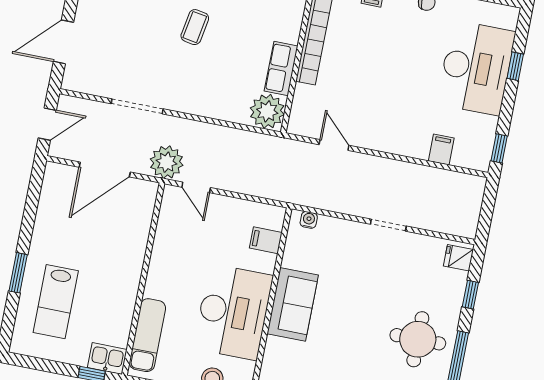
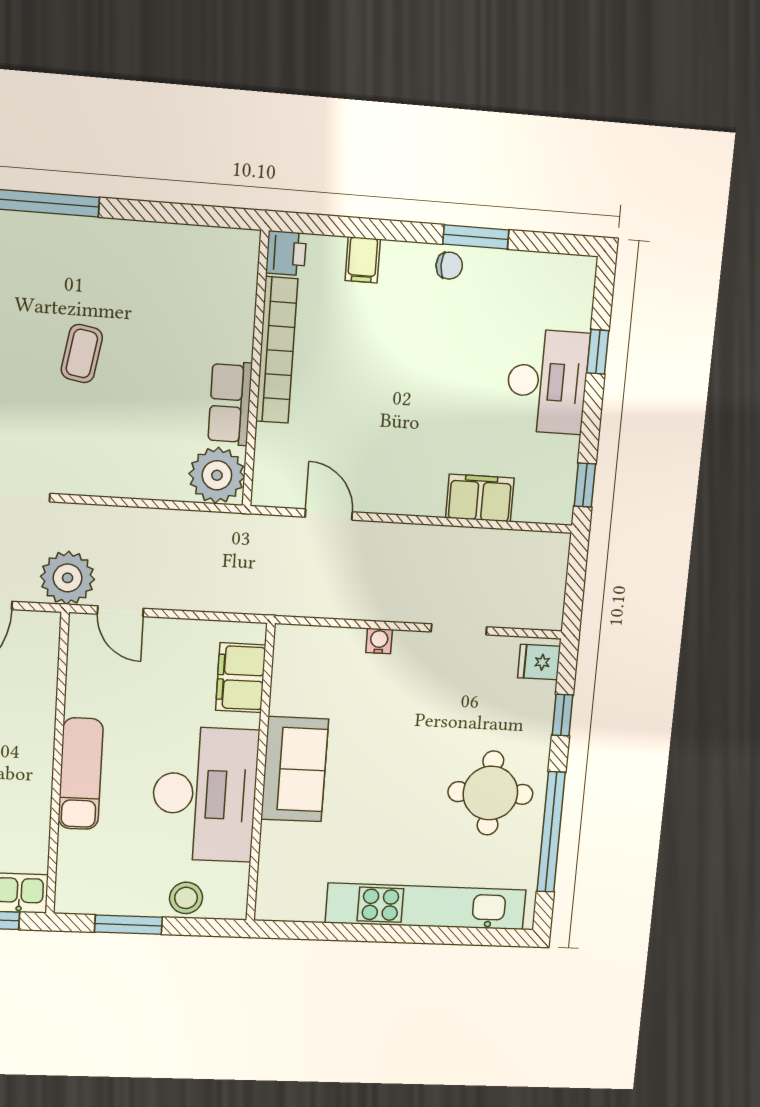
desk: (476, 68) -> (547, 382), width x0.73, depth x0.77
filing cabinet: (441, 149) -> (480, 498), width x2.00
water cooler: (309, 220) -> (379, 641), moved
doorway: (388, 225) -> (459, 629), moved
filing cabinet: (266, 240) -> (241, 678), width x2.00
exam couch: (147, 335) -> (81, 774), moved

